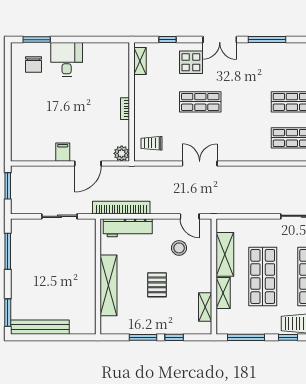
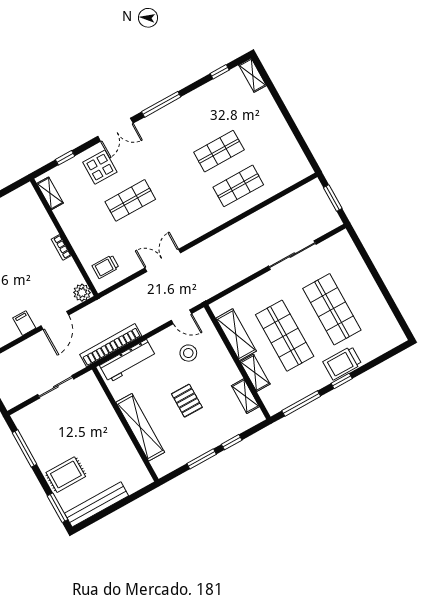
rug: (29, 290) -> (66, 475), added

